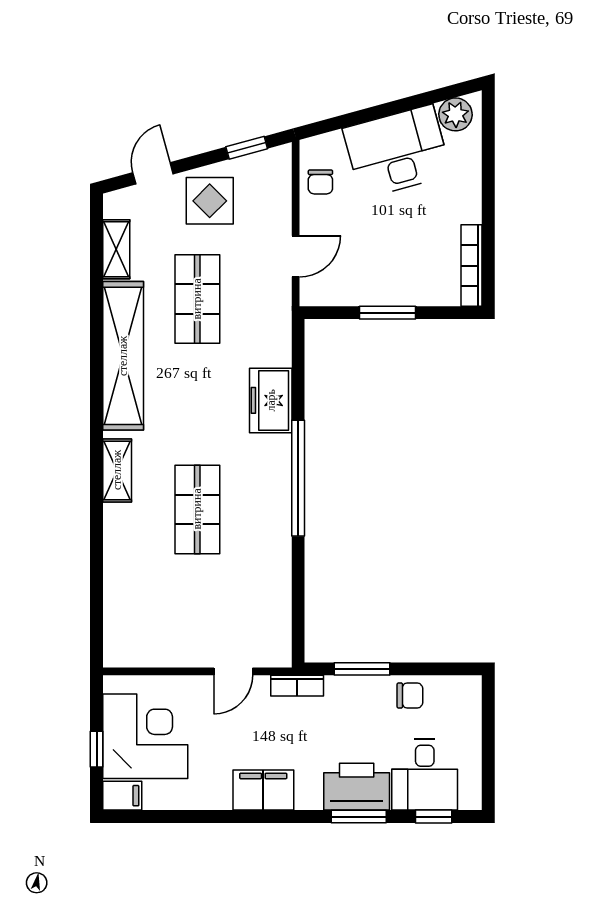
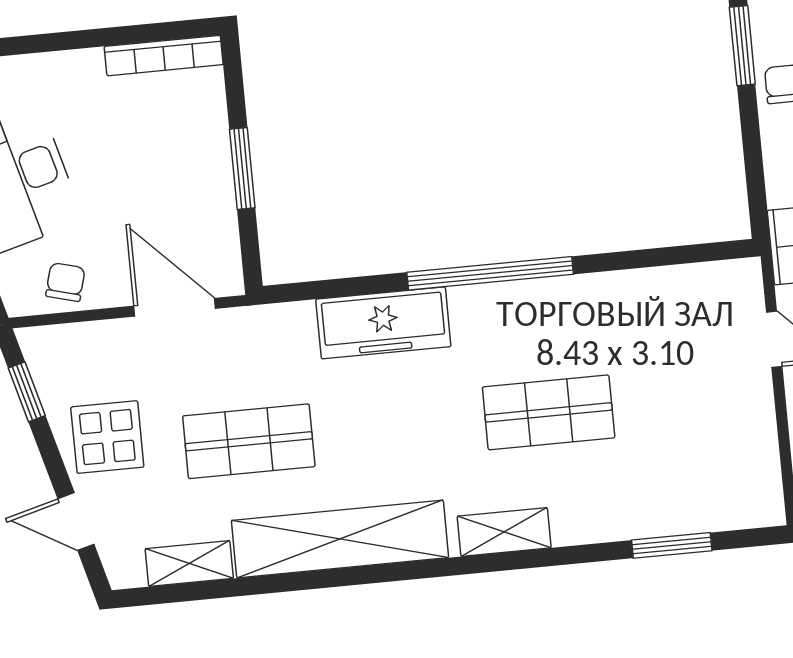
chair: (320, 182) -> (65, 282), turned -75
door: (296, 256) -> (175, 307), width x1.38
freezer: (271, 400) -> (383, 323), width x1.40
window: (97, 586) -> (672, 545), added
window: (362, 669) -> (742, 46), moved

